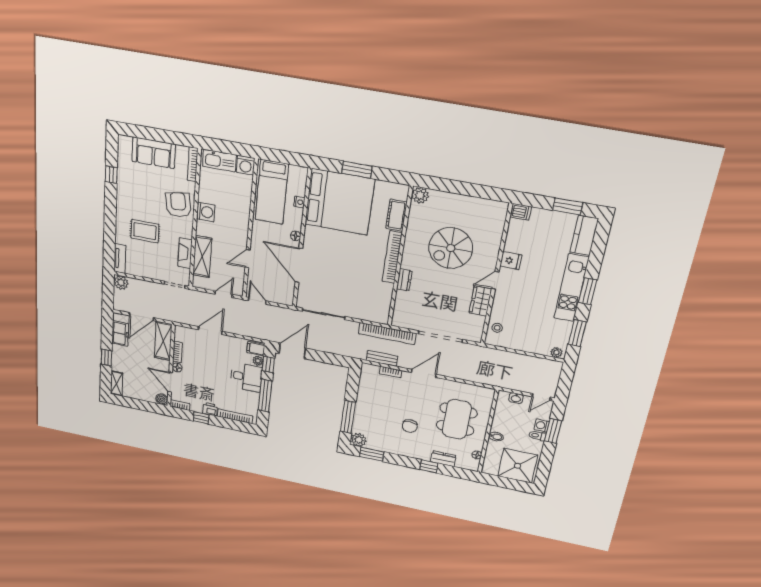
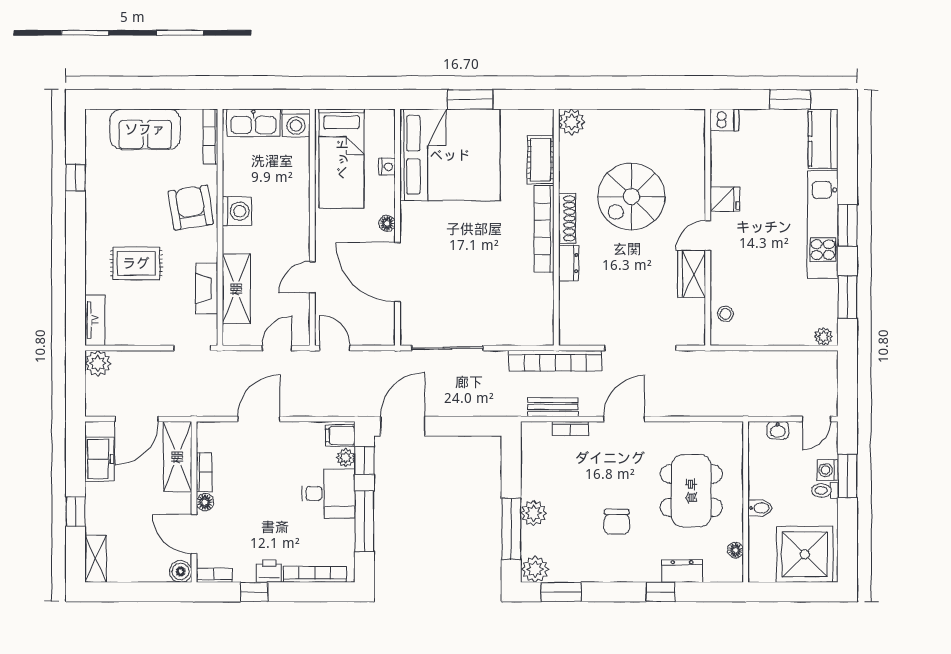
shoe rack: (408, 254) -> (567, 218), added
plant: (362, 411) -> (534, 513), added

